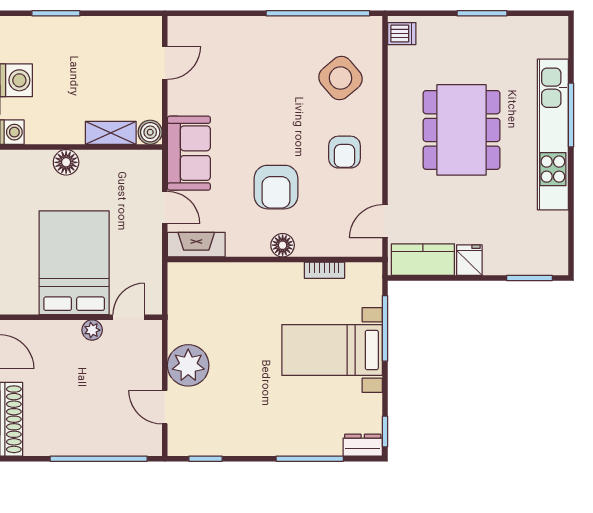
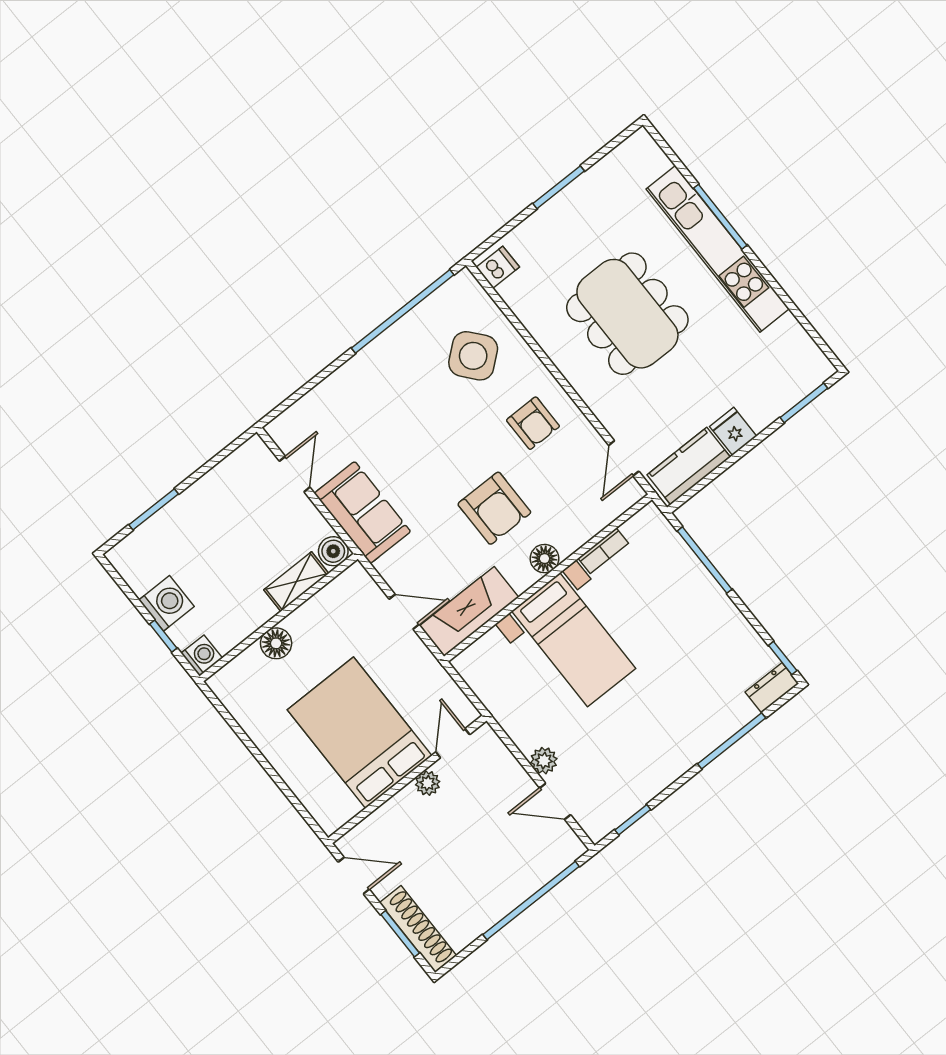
sofa: (189, 153) -> (362, 512), moved
fireplace: (196, 245) -> (469, 611), width x1.37, depth x1.32
bed with nightstands: (332, 350) -> (574, 640), moved, turned -90
plant: (188, 365) -> (544, 761), width x0.53, depth x0.53

